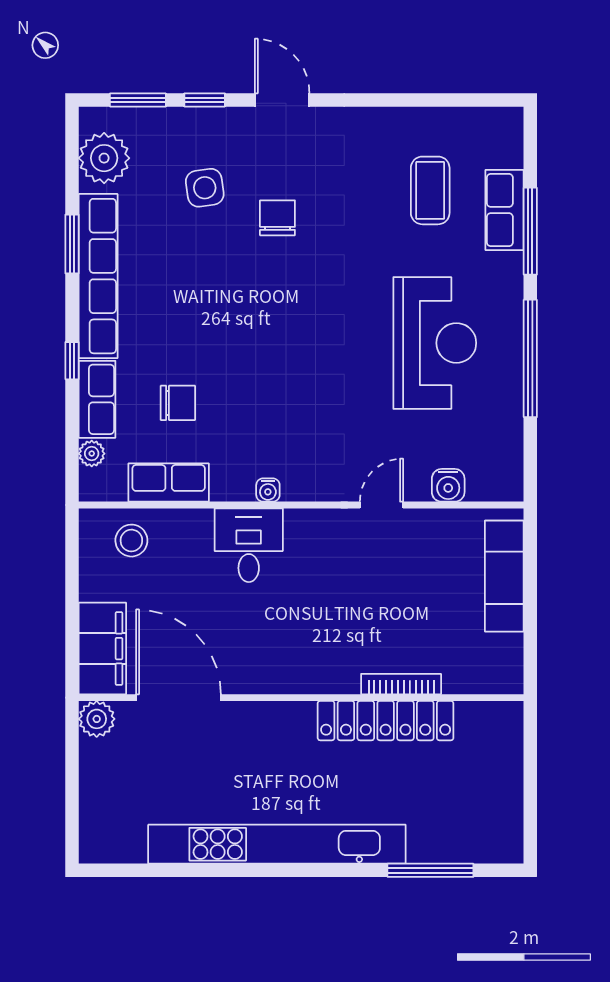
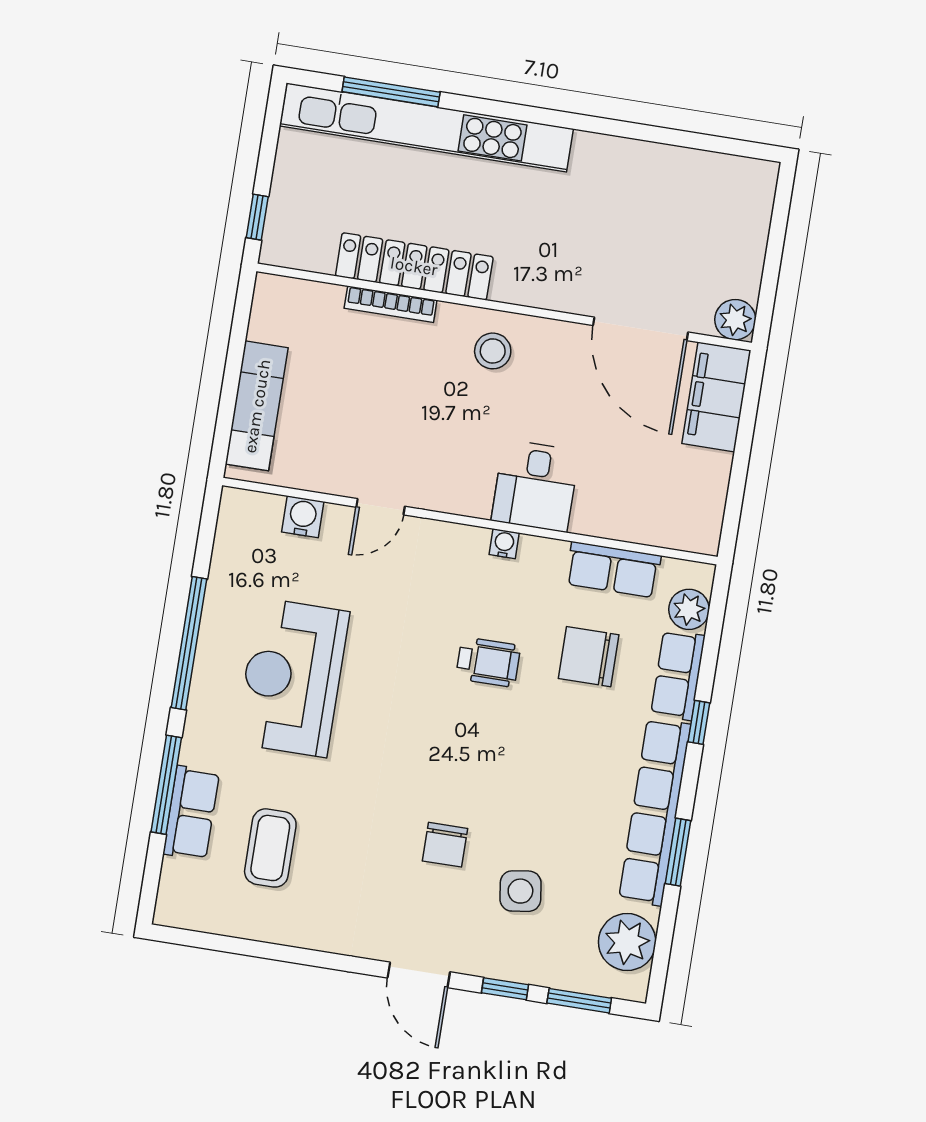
wheelchair: (265, 384) -> (488, 662), added
chair: (178, 403) -> (589, 657), width x1.37, depth x1.37
plant: (92, 454) -> (689, 609), width x1.38, depth x1.38
stool: (131, 541) -> (493, 351), moved
window: (530, 742) -> (257, 217), added
kitchen unit: (277, 844) -> (427, 127), moved

